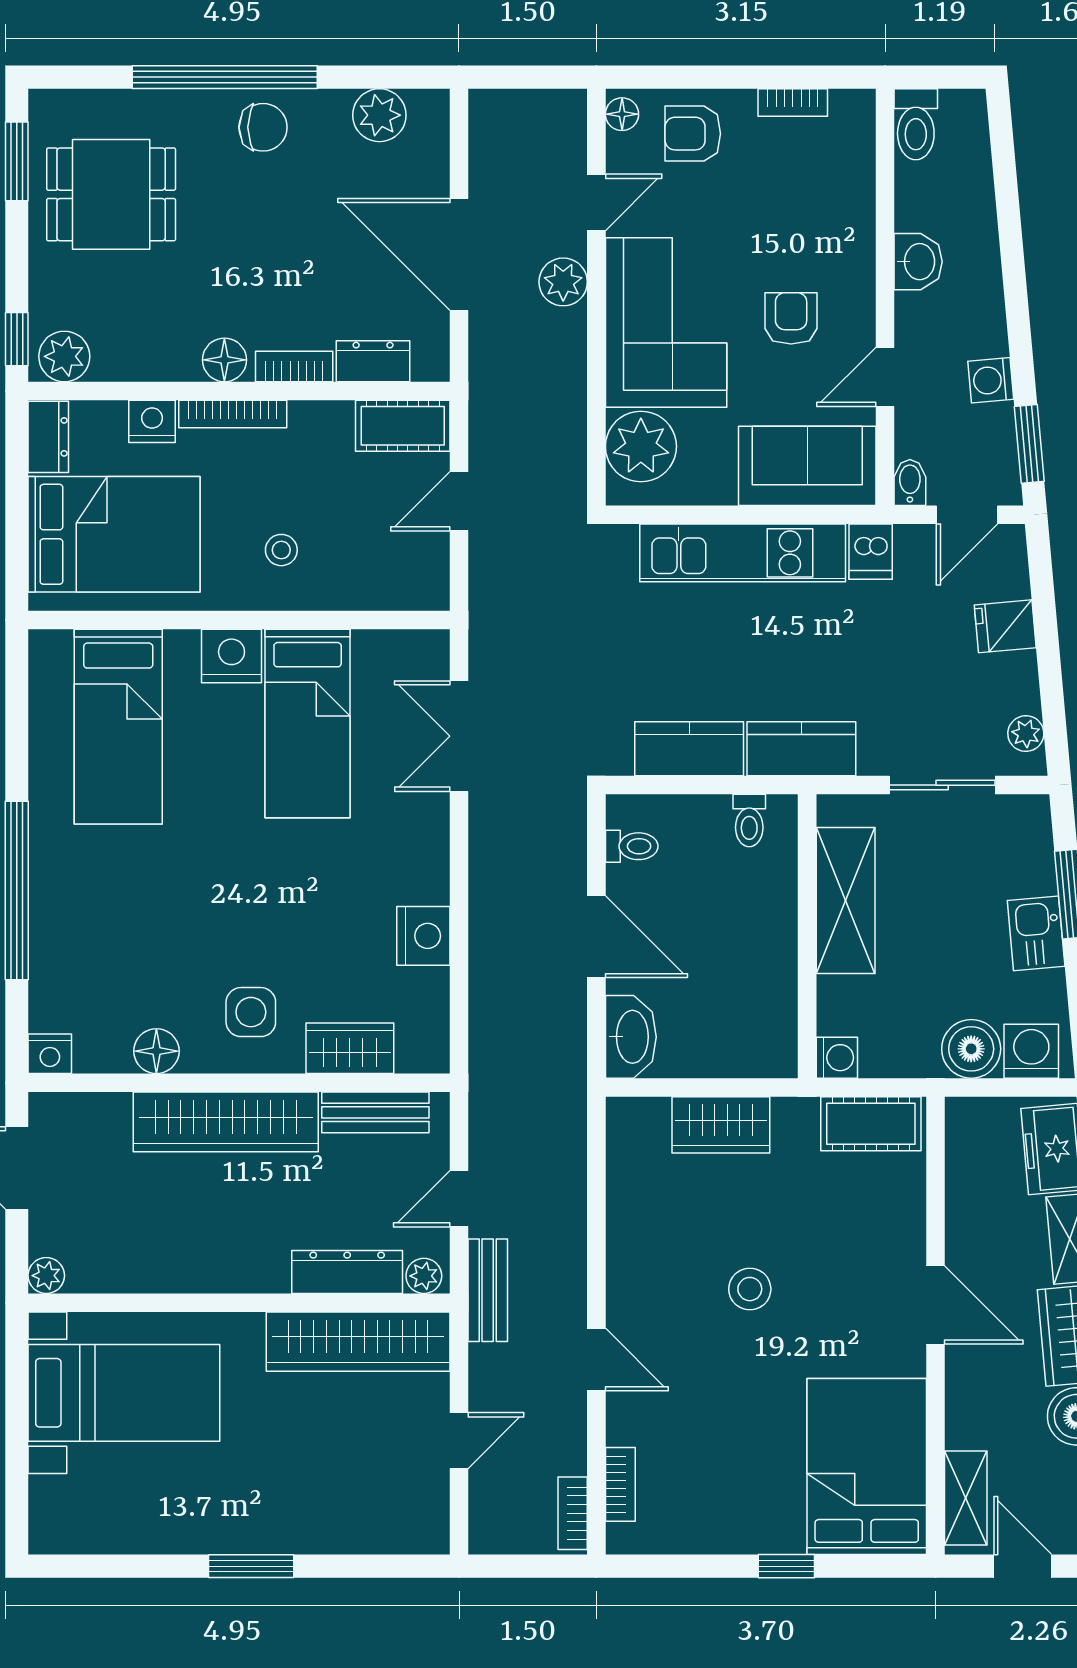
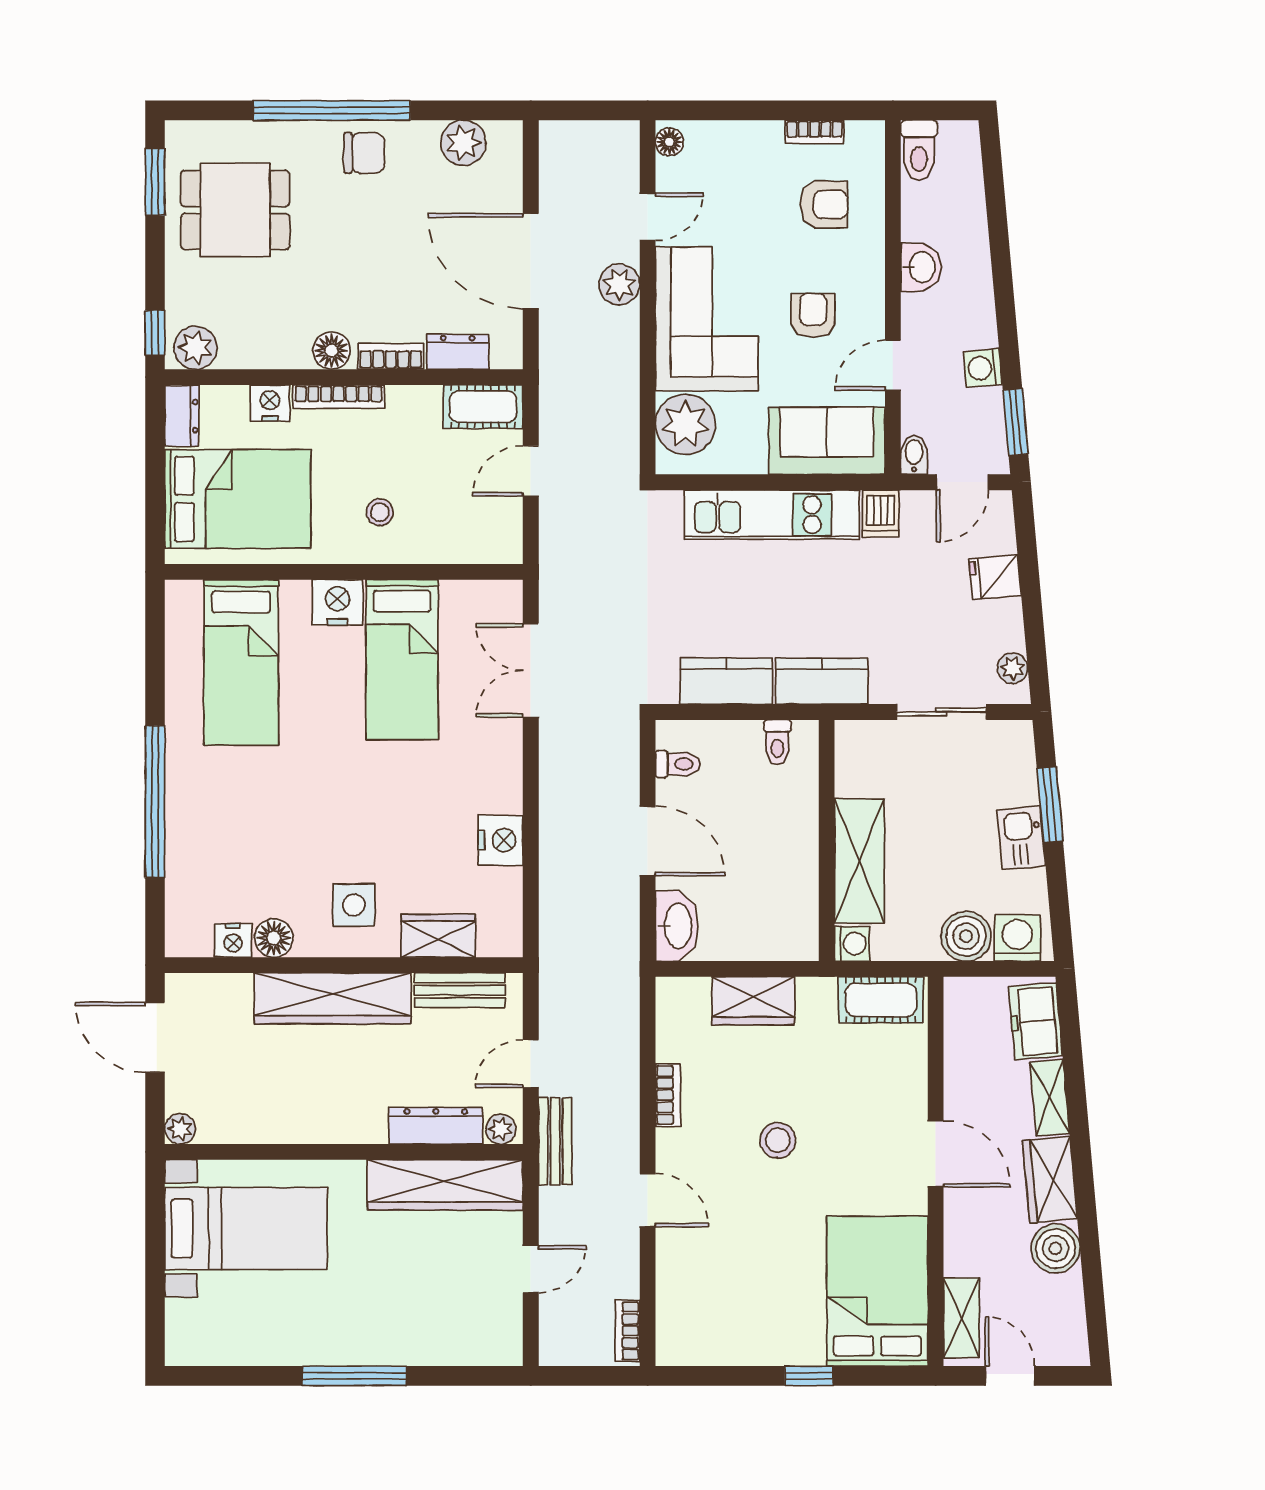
armchair: (693, 134) -> (824, 204), moved, turned 180
shelving: (846, 901) -> (859, 861), moved
nightstand: (50, 1054) -> (233, 940), moved
bookcase: (620, 1484) -> (668, 1095), moved
window: (251, 1566) -> (354, 1376), width x1.44

